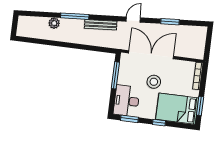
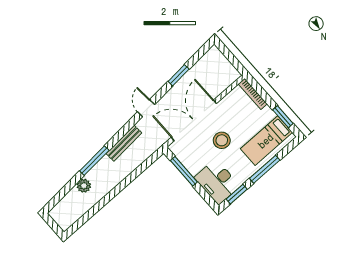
bed: (177, 109) -> (266, 141), width x0.67
window: (159, 123) -> (265, 169), width x2.17

